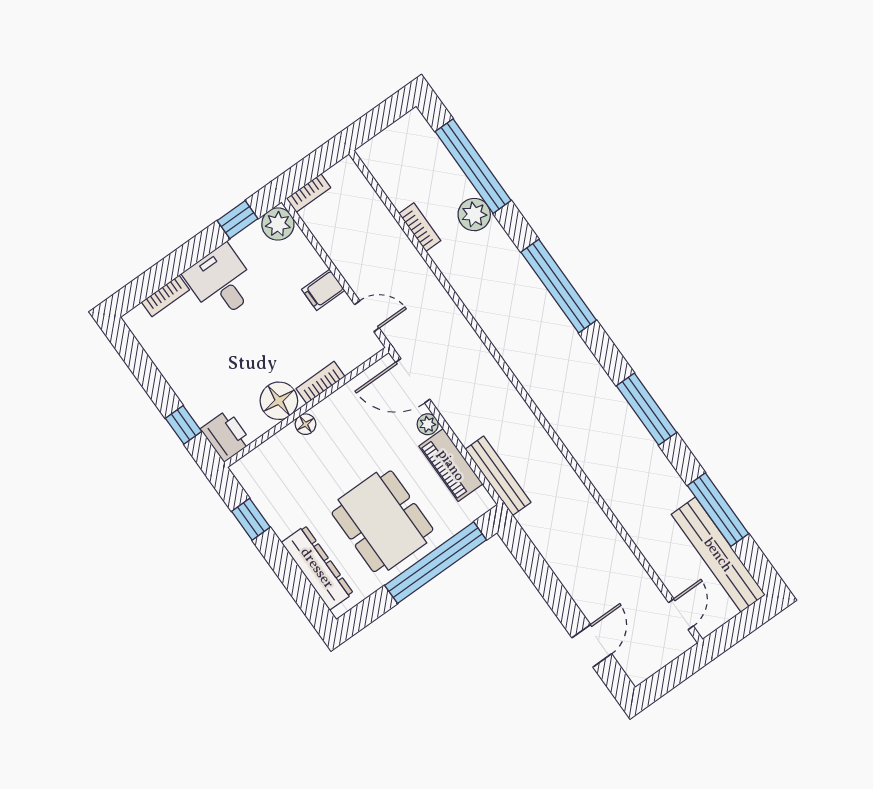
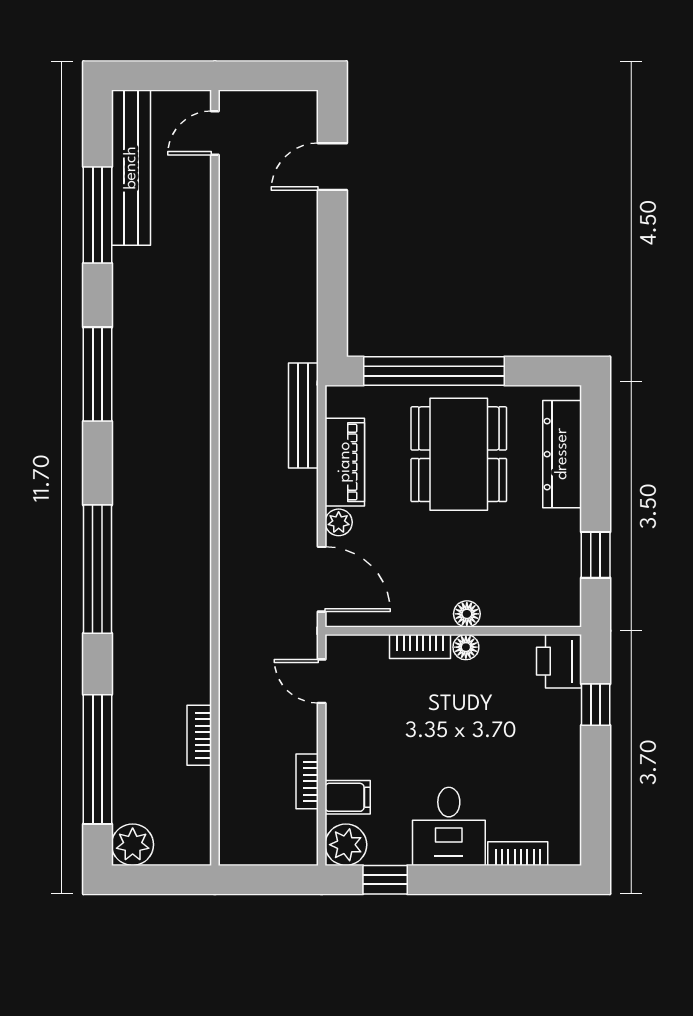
bookcase: (308, 193) -> (307, 781), moved, turned -90
plant: (474, 215) -> (133, 845), moved
filing cabinet: (323, 290) -> (348, 797), moved
floor lamp: (279, 401) -> (466, 647), width x0.53, depth x0.53

